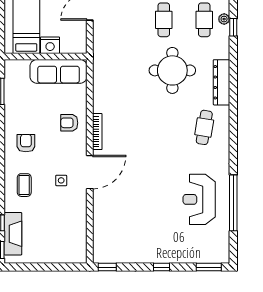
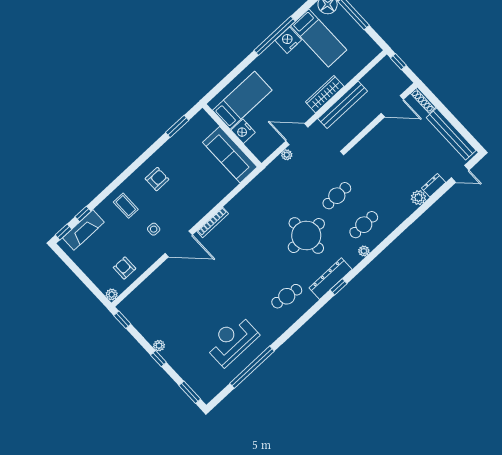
plant: (224, 19) -> (364, 251), moved
window: (233, 27) -> (338, 287), moved
plant: (98, 29) -> (287, 155), added
armchair: (69, 123) -> (125, 268), moved
coffee table: (24, 185) -> (126, 206), turned 90
plant: (81, 257) -> (112, 294), added
plant: (152, 258) -> (159, 346), added

